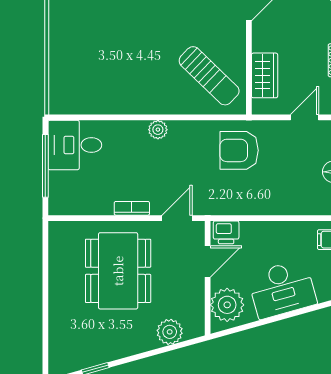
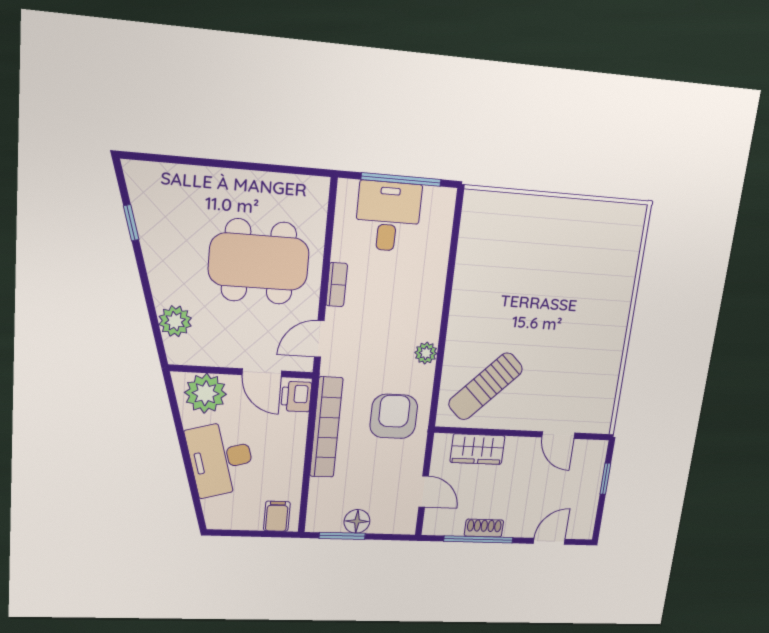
plant: (158, 130) -> (426, 353), moved
desk: (75, 145) -> (388, 216), moved
bookcase: (251, 205) -> (326, 427), added
door: (177, 218) -> (319, 339), swing flipped

